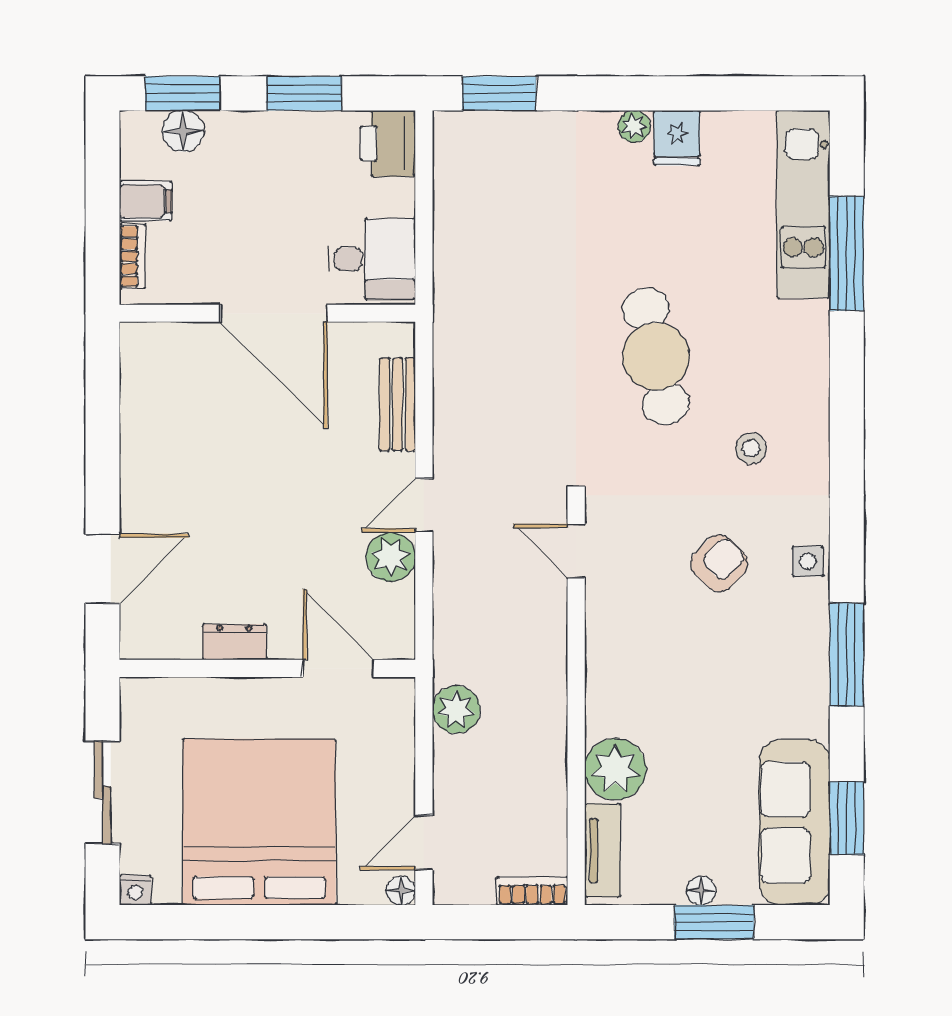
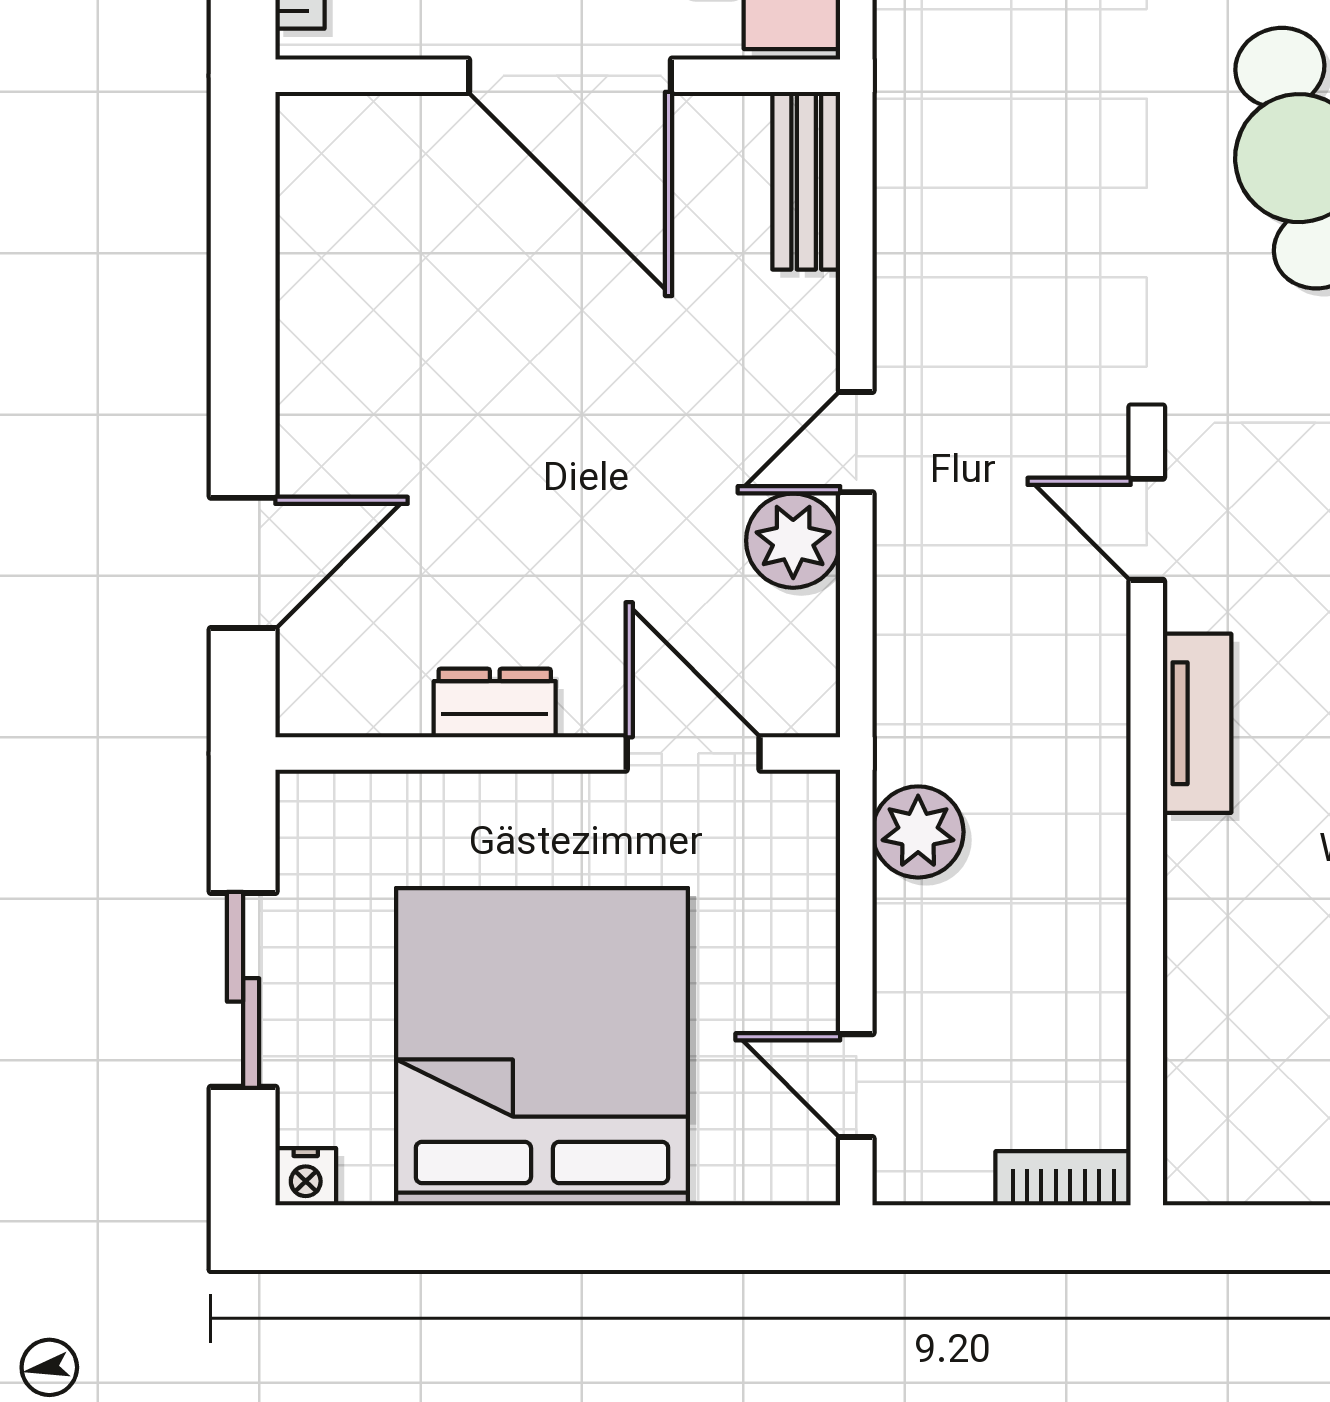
bench: (398, 404) -> (806, 181), moved
plant: (615, 769) -> (1222, 946), removed
door: (424, 843) -> (856, 1086), hinge flipped
tv unit: (602, 850) -> (1197, 723), moved
floor lamp: (401, 891) -> (812, 1178), removed

